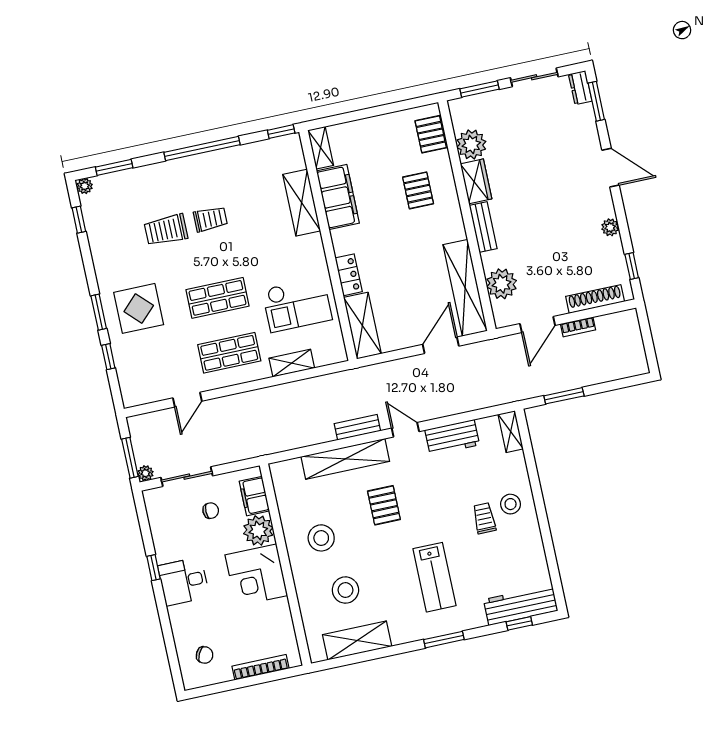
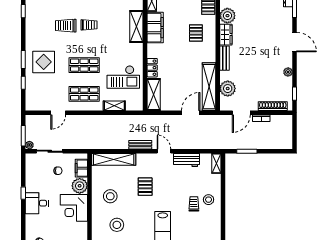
shelving: (345, 459) -> (114, 159), moved

